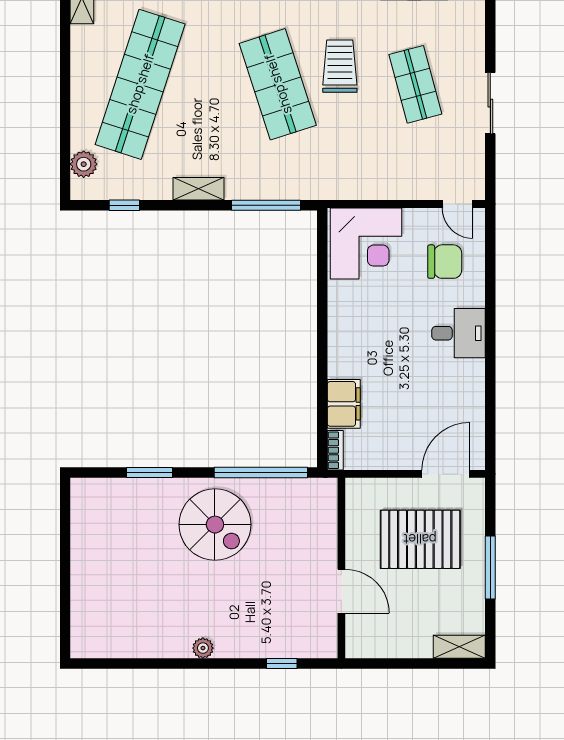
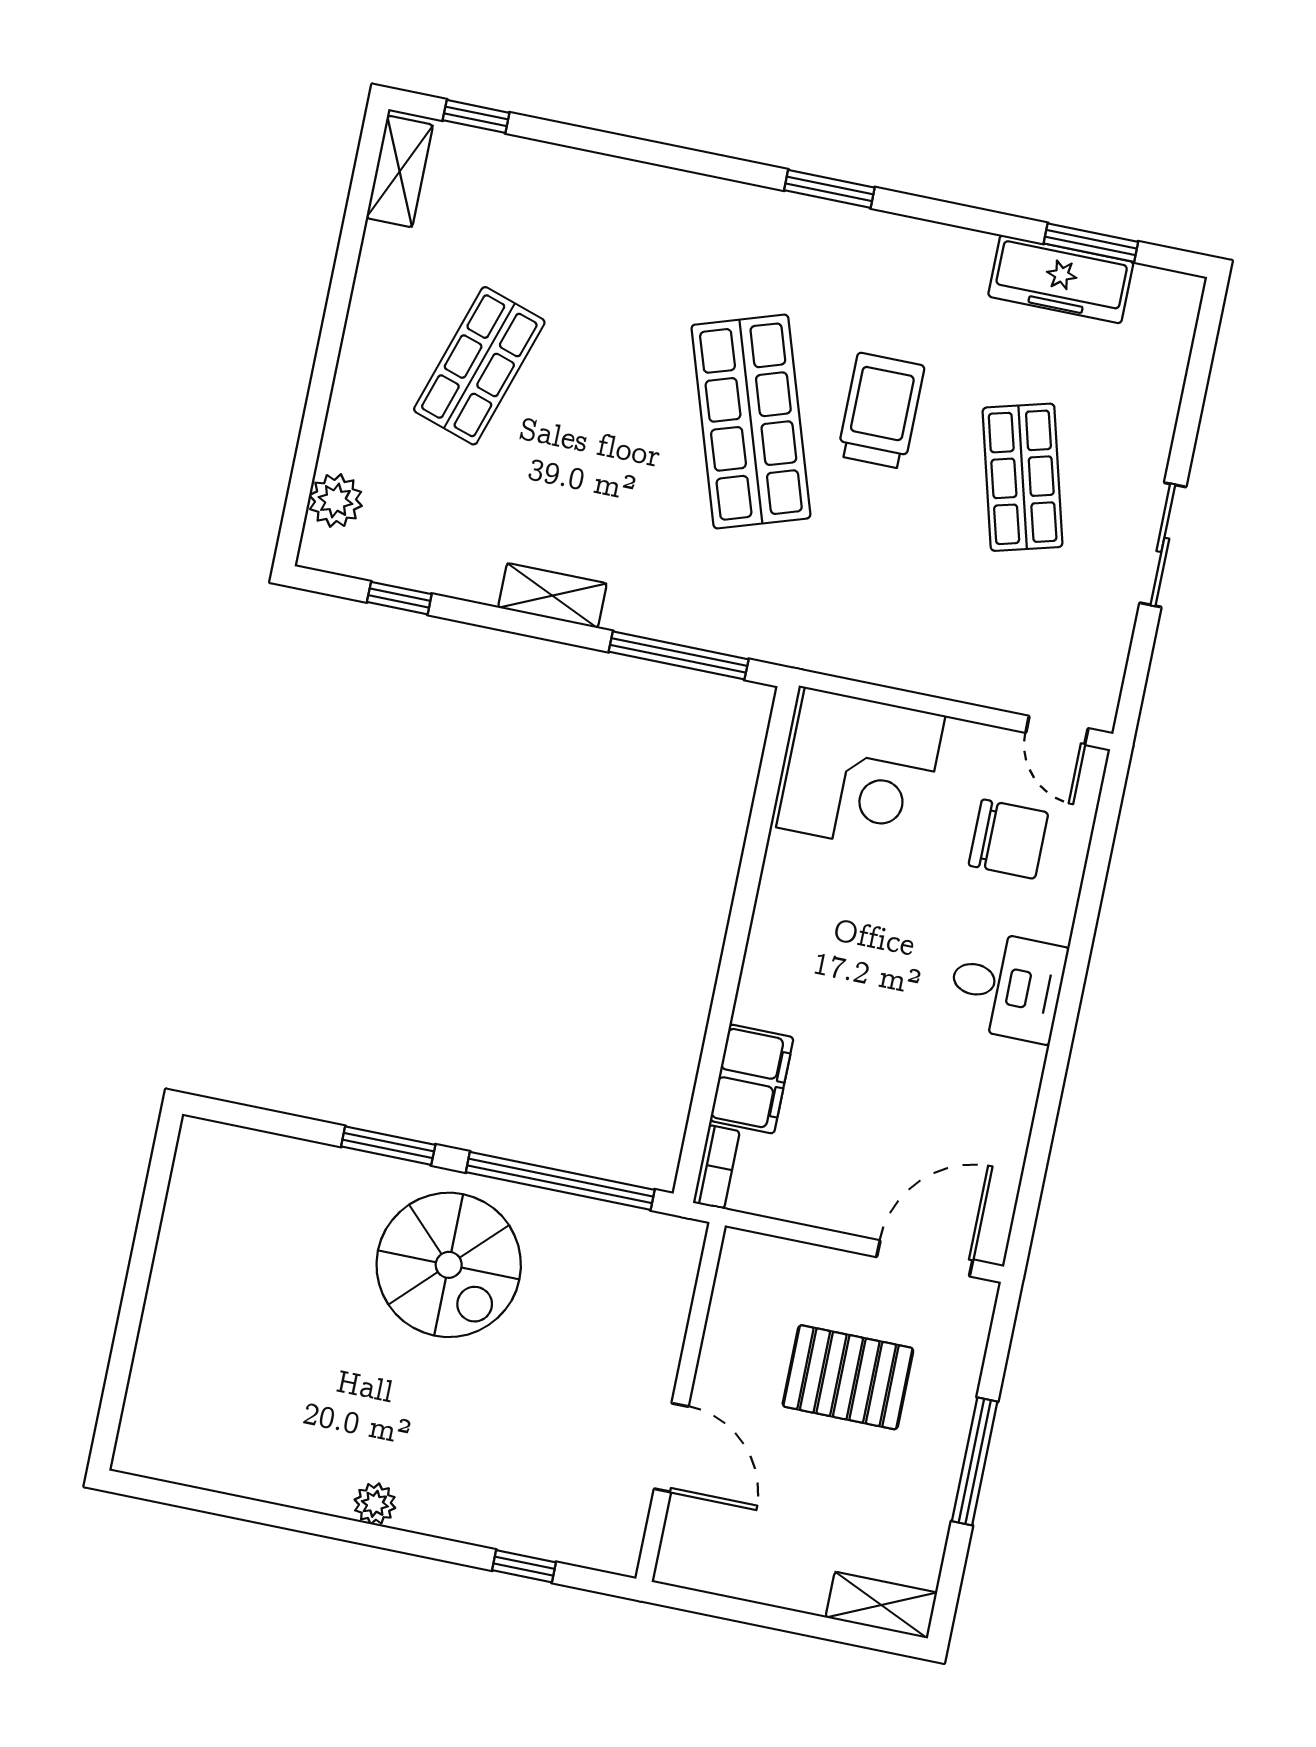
shop shelf: (140, 84) -> (479, 366), width x0.50, depth x0.74
window: (149, 473) -> (388, 1146), moved
pallet: (420, 539) -> (848, 1377), width x0.73, depth x0.71

